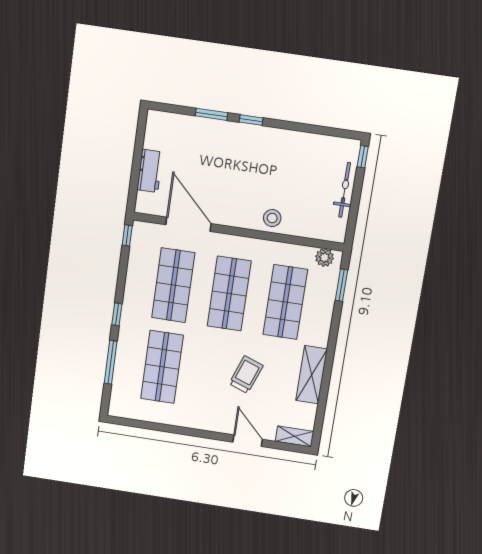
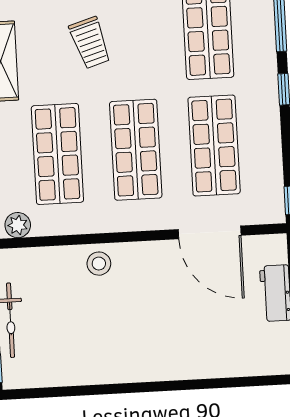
window: (211, 114) -> (208, 384), removed
window: (251, 120) -> (154, 387), removed
trolley: (246, 375) -> (90, 43), turned -37

